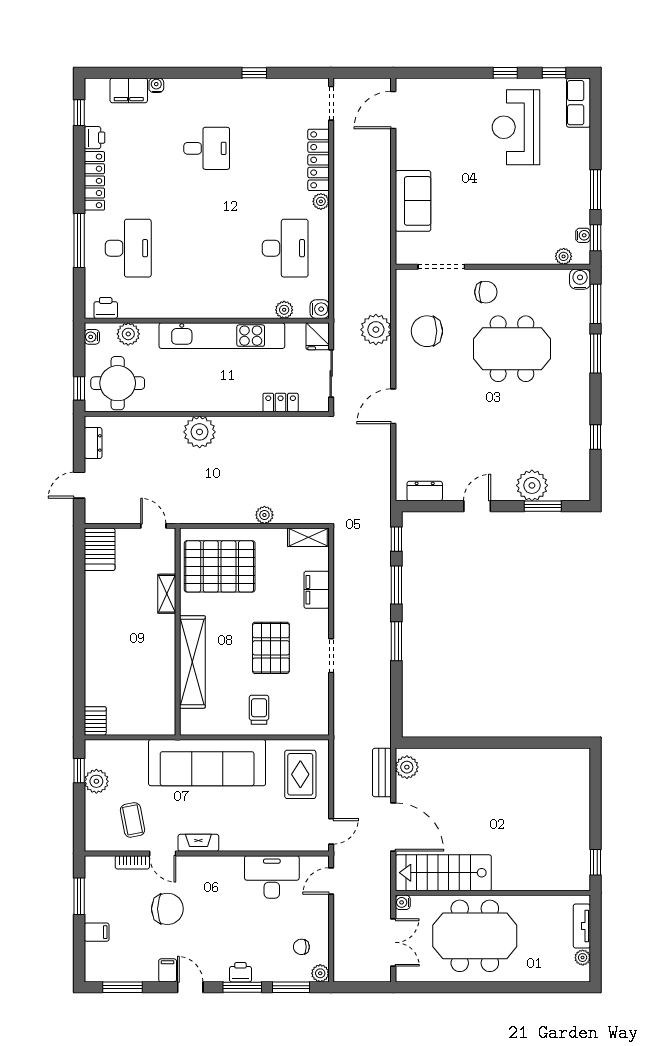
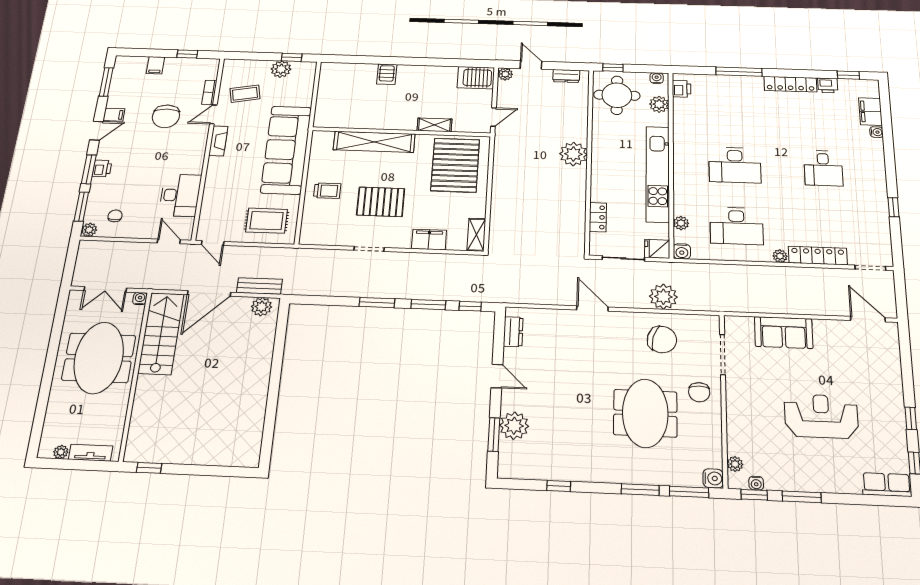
reception desk: (516, 127) -> (821, 416), moved
desk: (128, 248) -> (735, 165), moved
chair: (427, 331) -> (662, 340), turned 105
plant: (264, 515) -> (505, 74), moved
server rack: (95, 721) -> (387, 74), moved, turned 90
window: (79, 896) -> (187, 54), width x0.67

